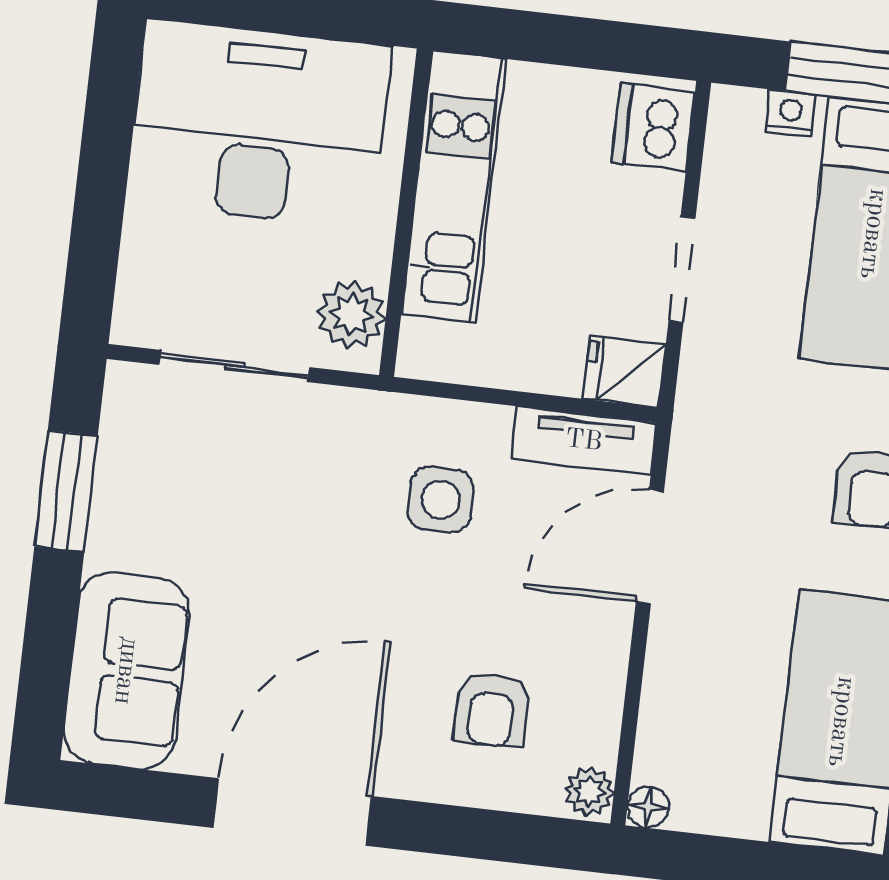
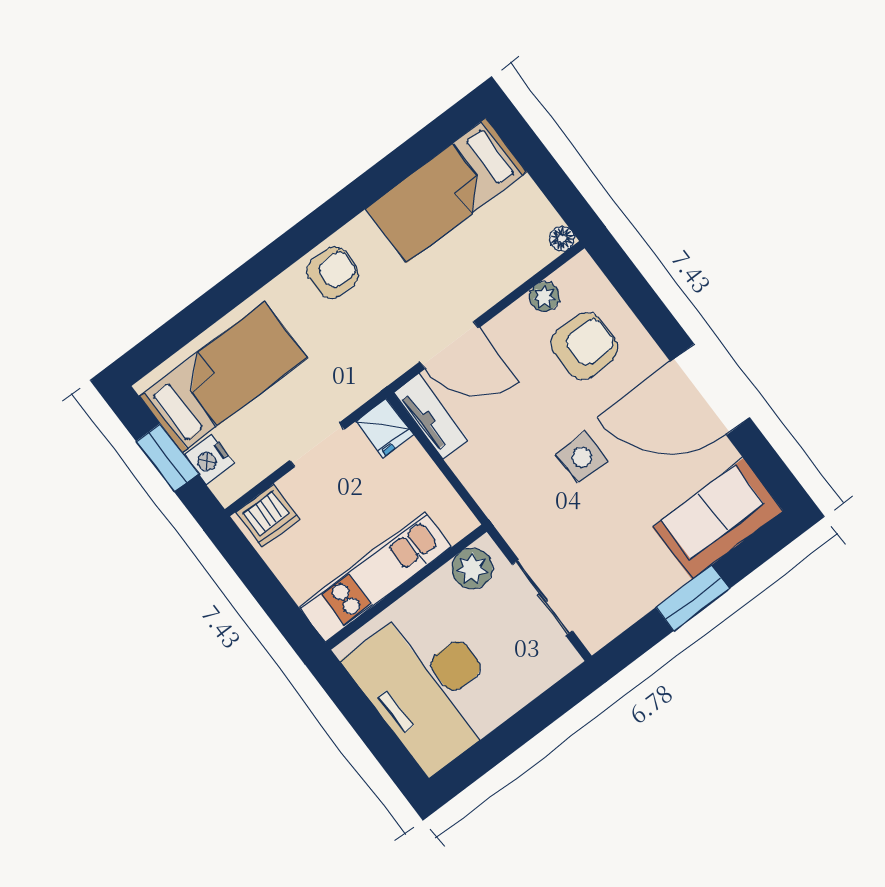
nightstand: (791, 113) -> (209, 460), width x1.39, depth x1.35
window: (66, 491) -> (693, 598), moved
side table: (441, 500) -> (582, 457), moved
armchair: (491, 710) -> (584, 346), width x1.38, depth x1.38
plant: (589, 792) -> (545, 297), moved

